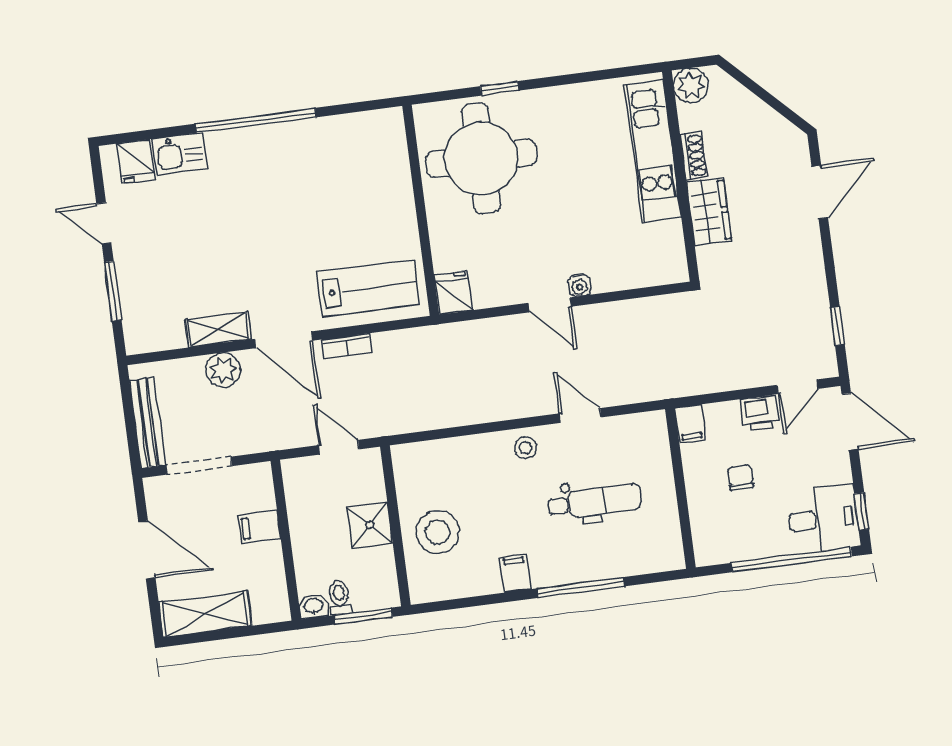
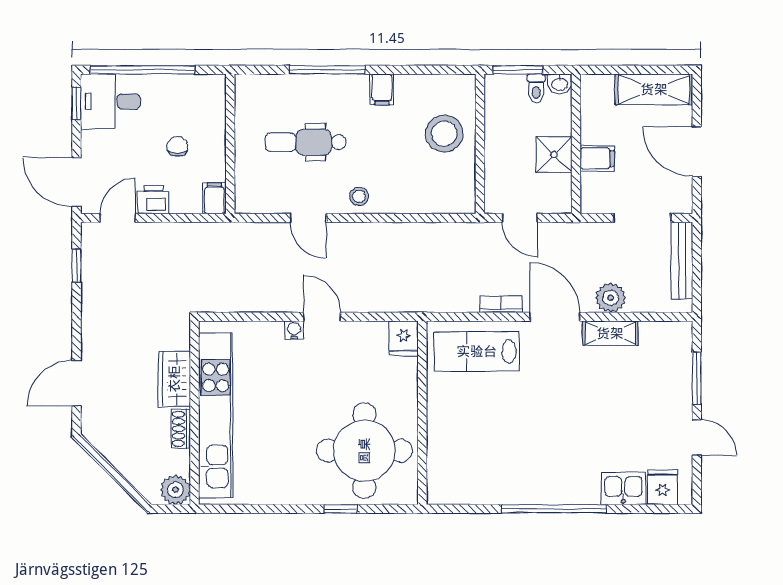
kitchen unit: (653, 151) -> (216, 415), width x1.36
chair: (740, 477) -> (177, 146), turned 180
shower: (370, 525) -> (554, 154), moved

